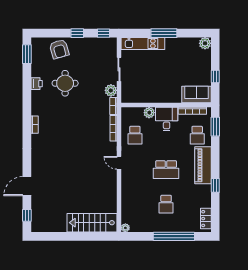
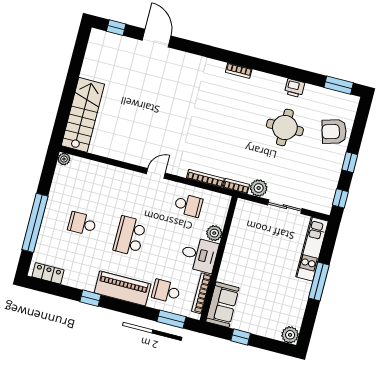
school desk: (135, 135) -> (188, 205), turned 180

